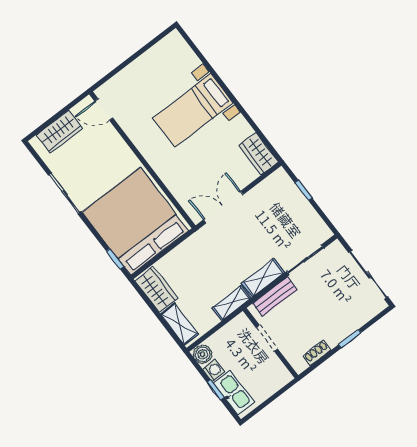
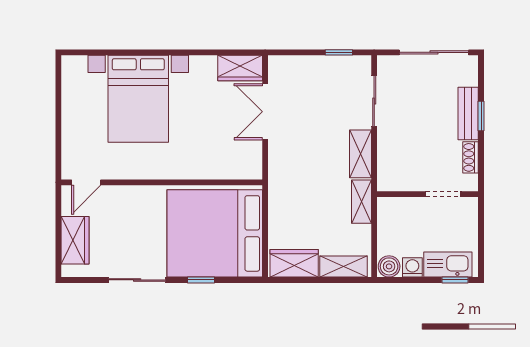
bed with nightstands: (193, 110) -> (138, 99), width x1.36
window: (303, 190) -> (339, 52), moved
double door: (223, 207) -> (265, 112), moved
window: (115, 259) -> (201, 280), moved
bench: (275, 297) -> (468, 113), moved
doorway: (267, 338) -> (443, 194), moved
window: (216, 390) -> (455, 280), moved

